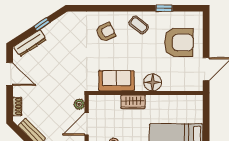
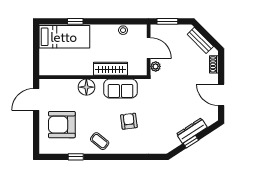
armchair: (106, 32) -> (129, 121), moved, turned 108
dresser: (30, 43) -> (192, 131), moved
wardrobe: (133, 102) -> (111, 69), width x1.50
door: (87, 124) -> (149, 48), hinge flipped

